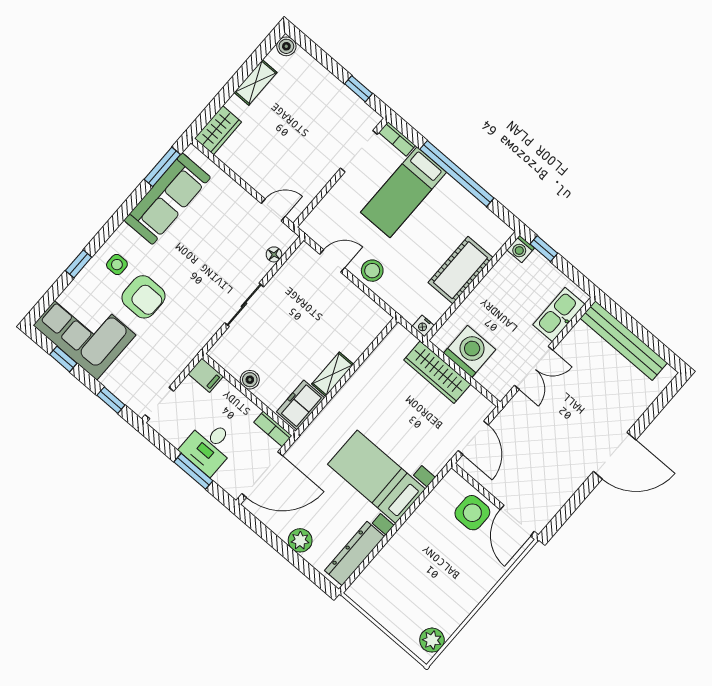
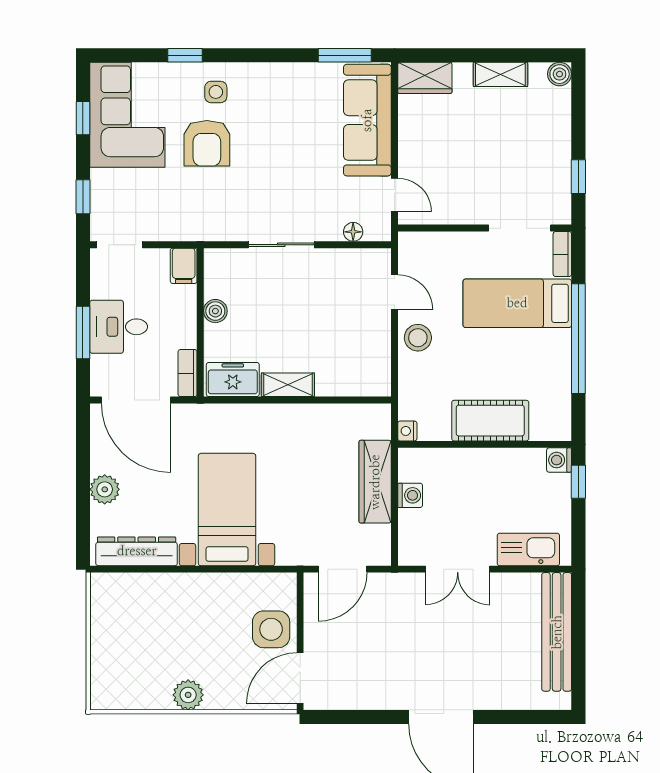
sofa: (167, 199) -> (367, 120), moved, turned 90
washing machine: (470, 351) -> (410, 495), width x0.53, depth x0.53
plant: (432, 640) -> (188, 695), moved

